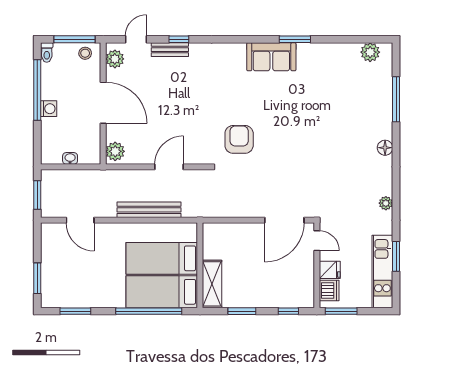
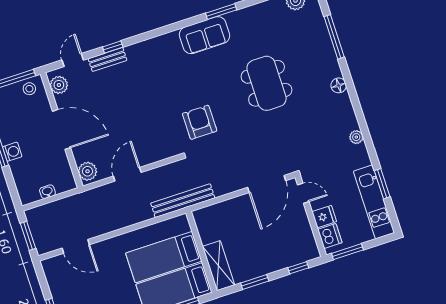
dining table: (316, 123) -> (267, 83), added
door: (169, 167) -> (127, 174), moved
bench: (149, 210) -> (183, 201), moved

